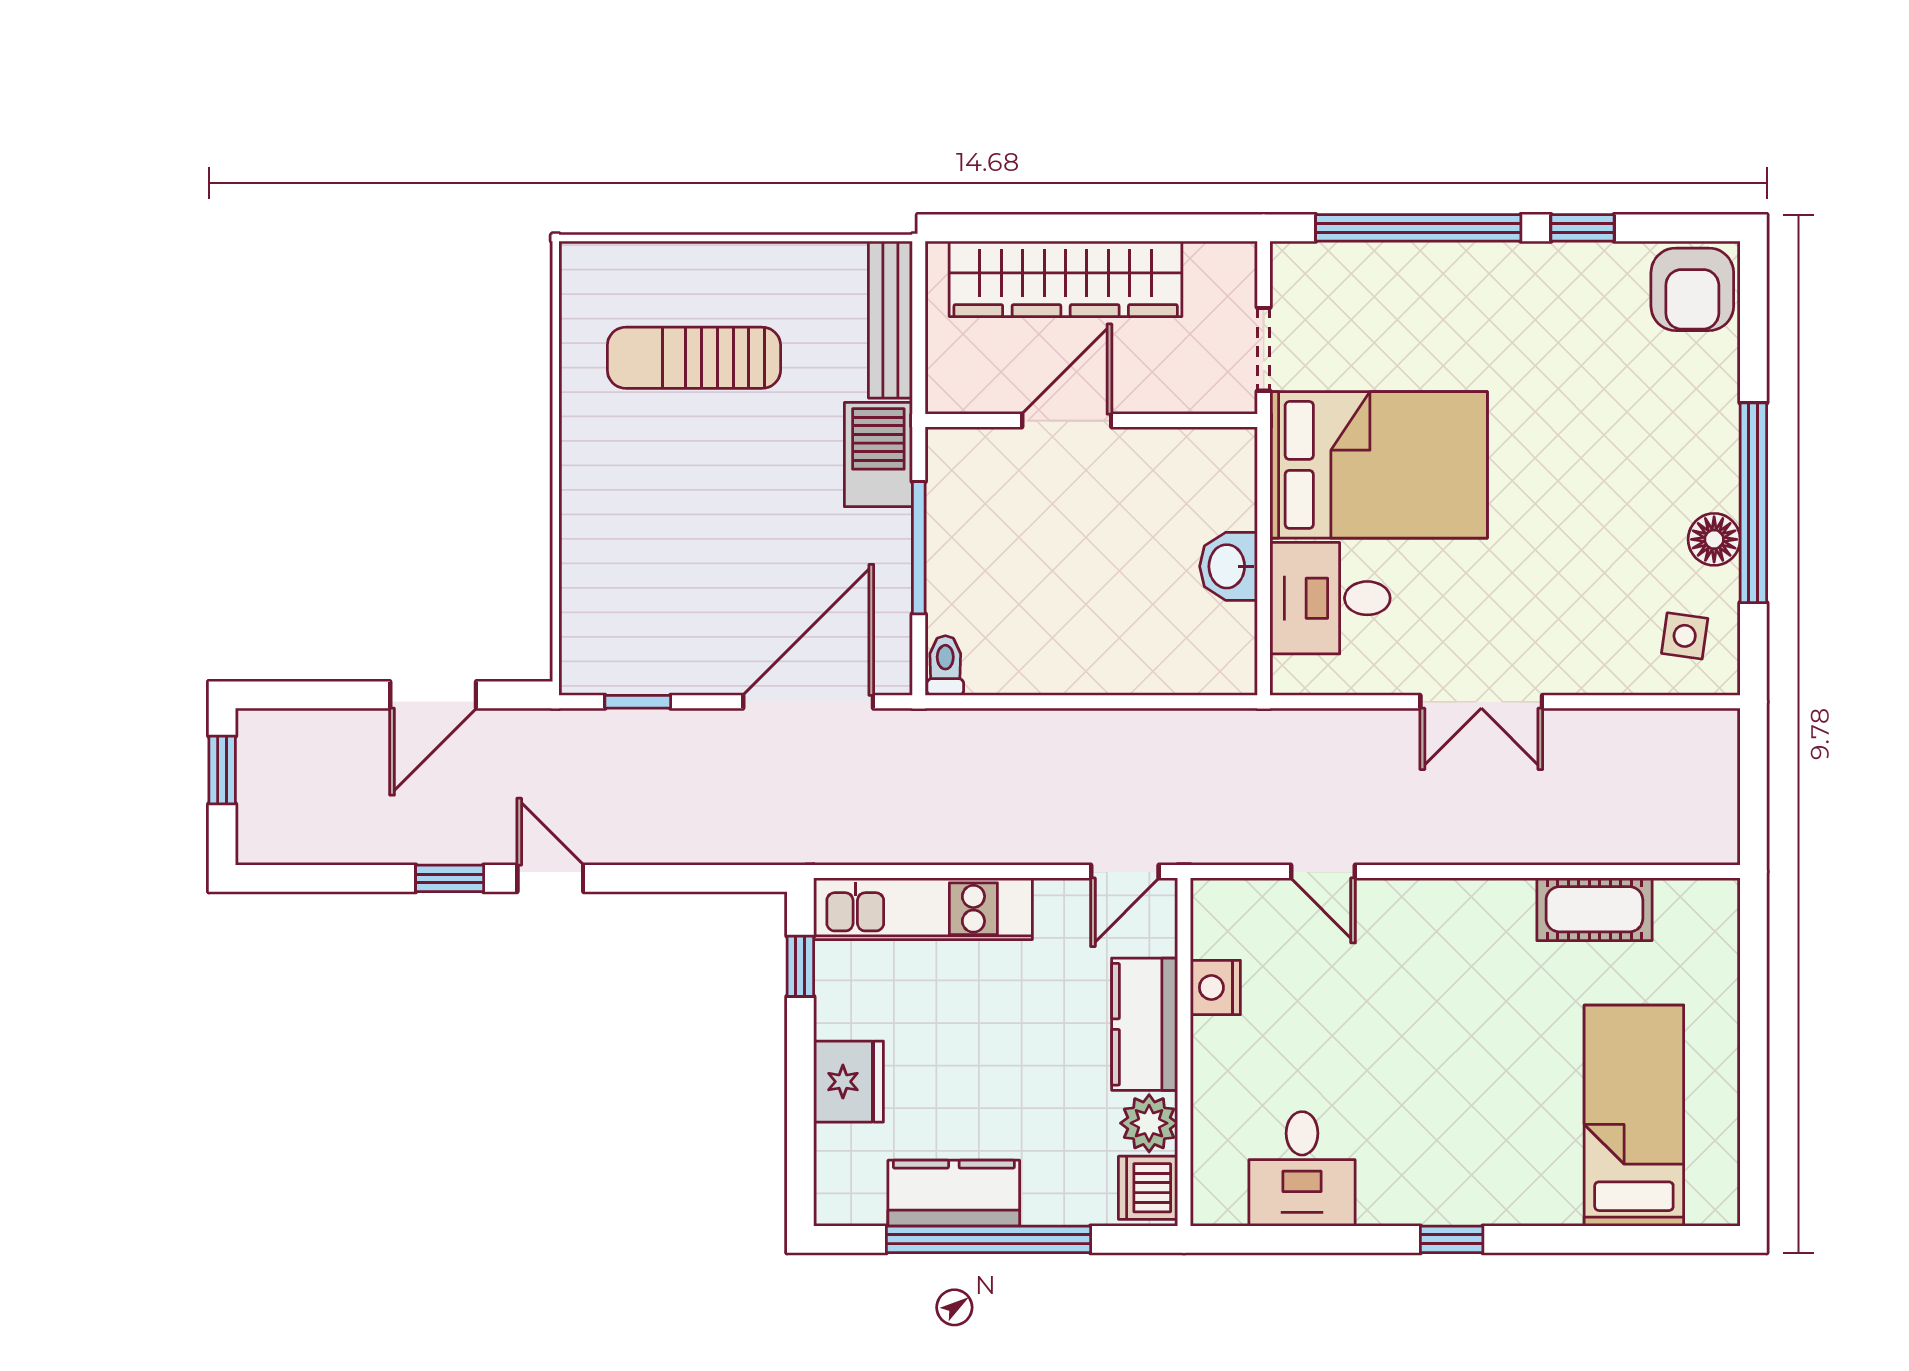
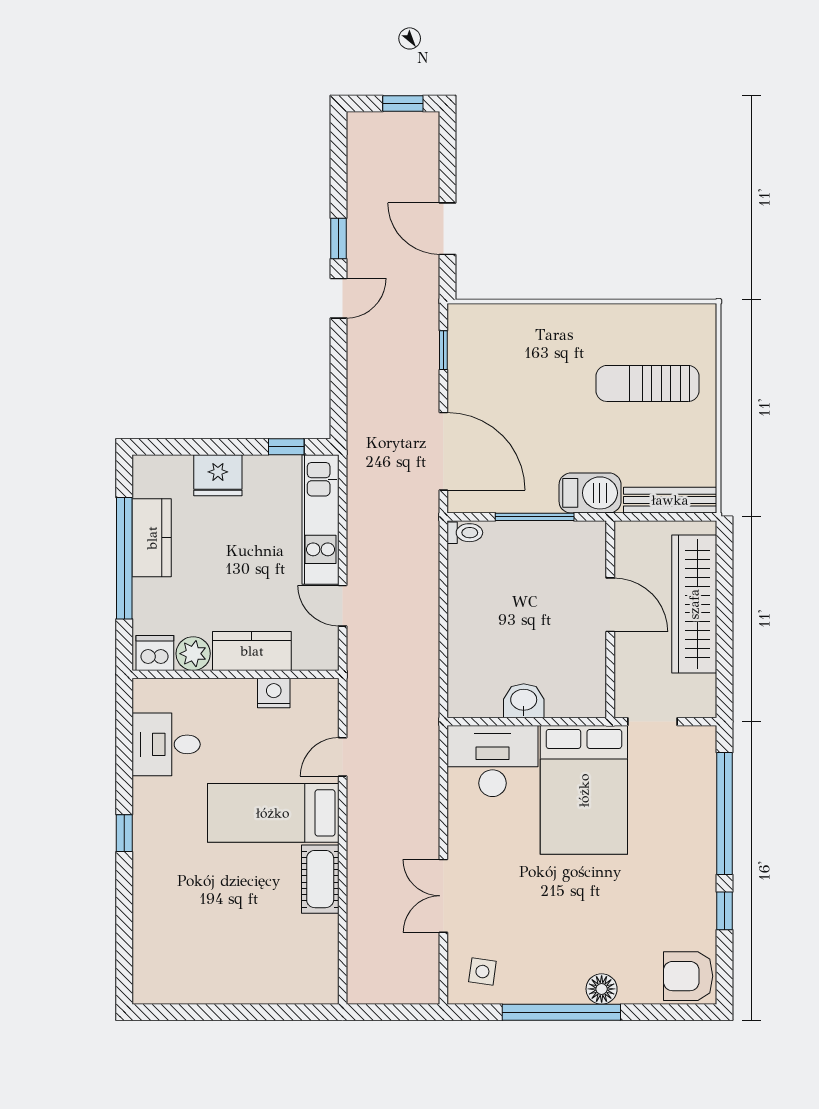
sun lounger: (694, 358) -> (648, 383), turned -90
floor lamp: (1714, 539) -> (602, 989), moved
desk: (1330, 598) -> (492, 761), width x1.37
double door: (1481, 702) -> (443, 896), moved
door: (1125, 872) -> (343, 606), moved
cot: (1594, 909) -> (320, 879), moved
bed: (1634, 1116) -> (273, 813), moved, turned 180

